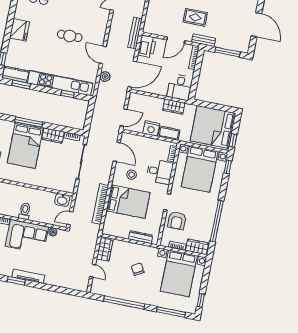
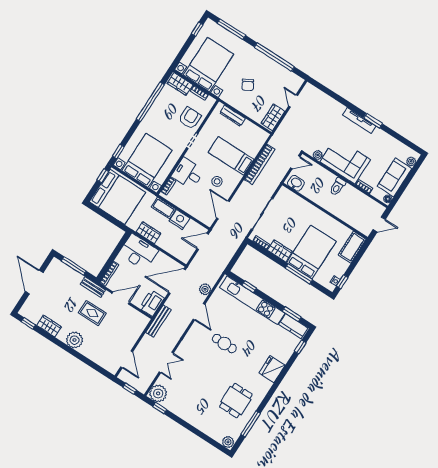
desk: (180, 87) -> (139, 252), width x1.37
bed: (128, 202) -> (231, 156), width x0.67

